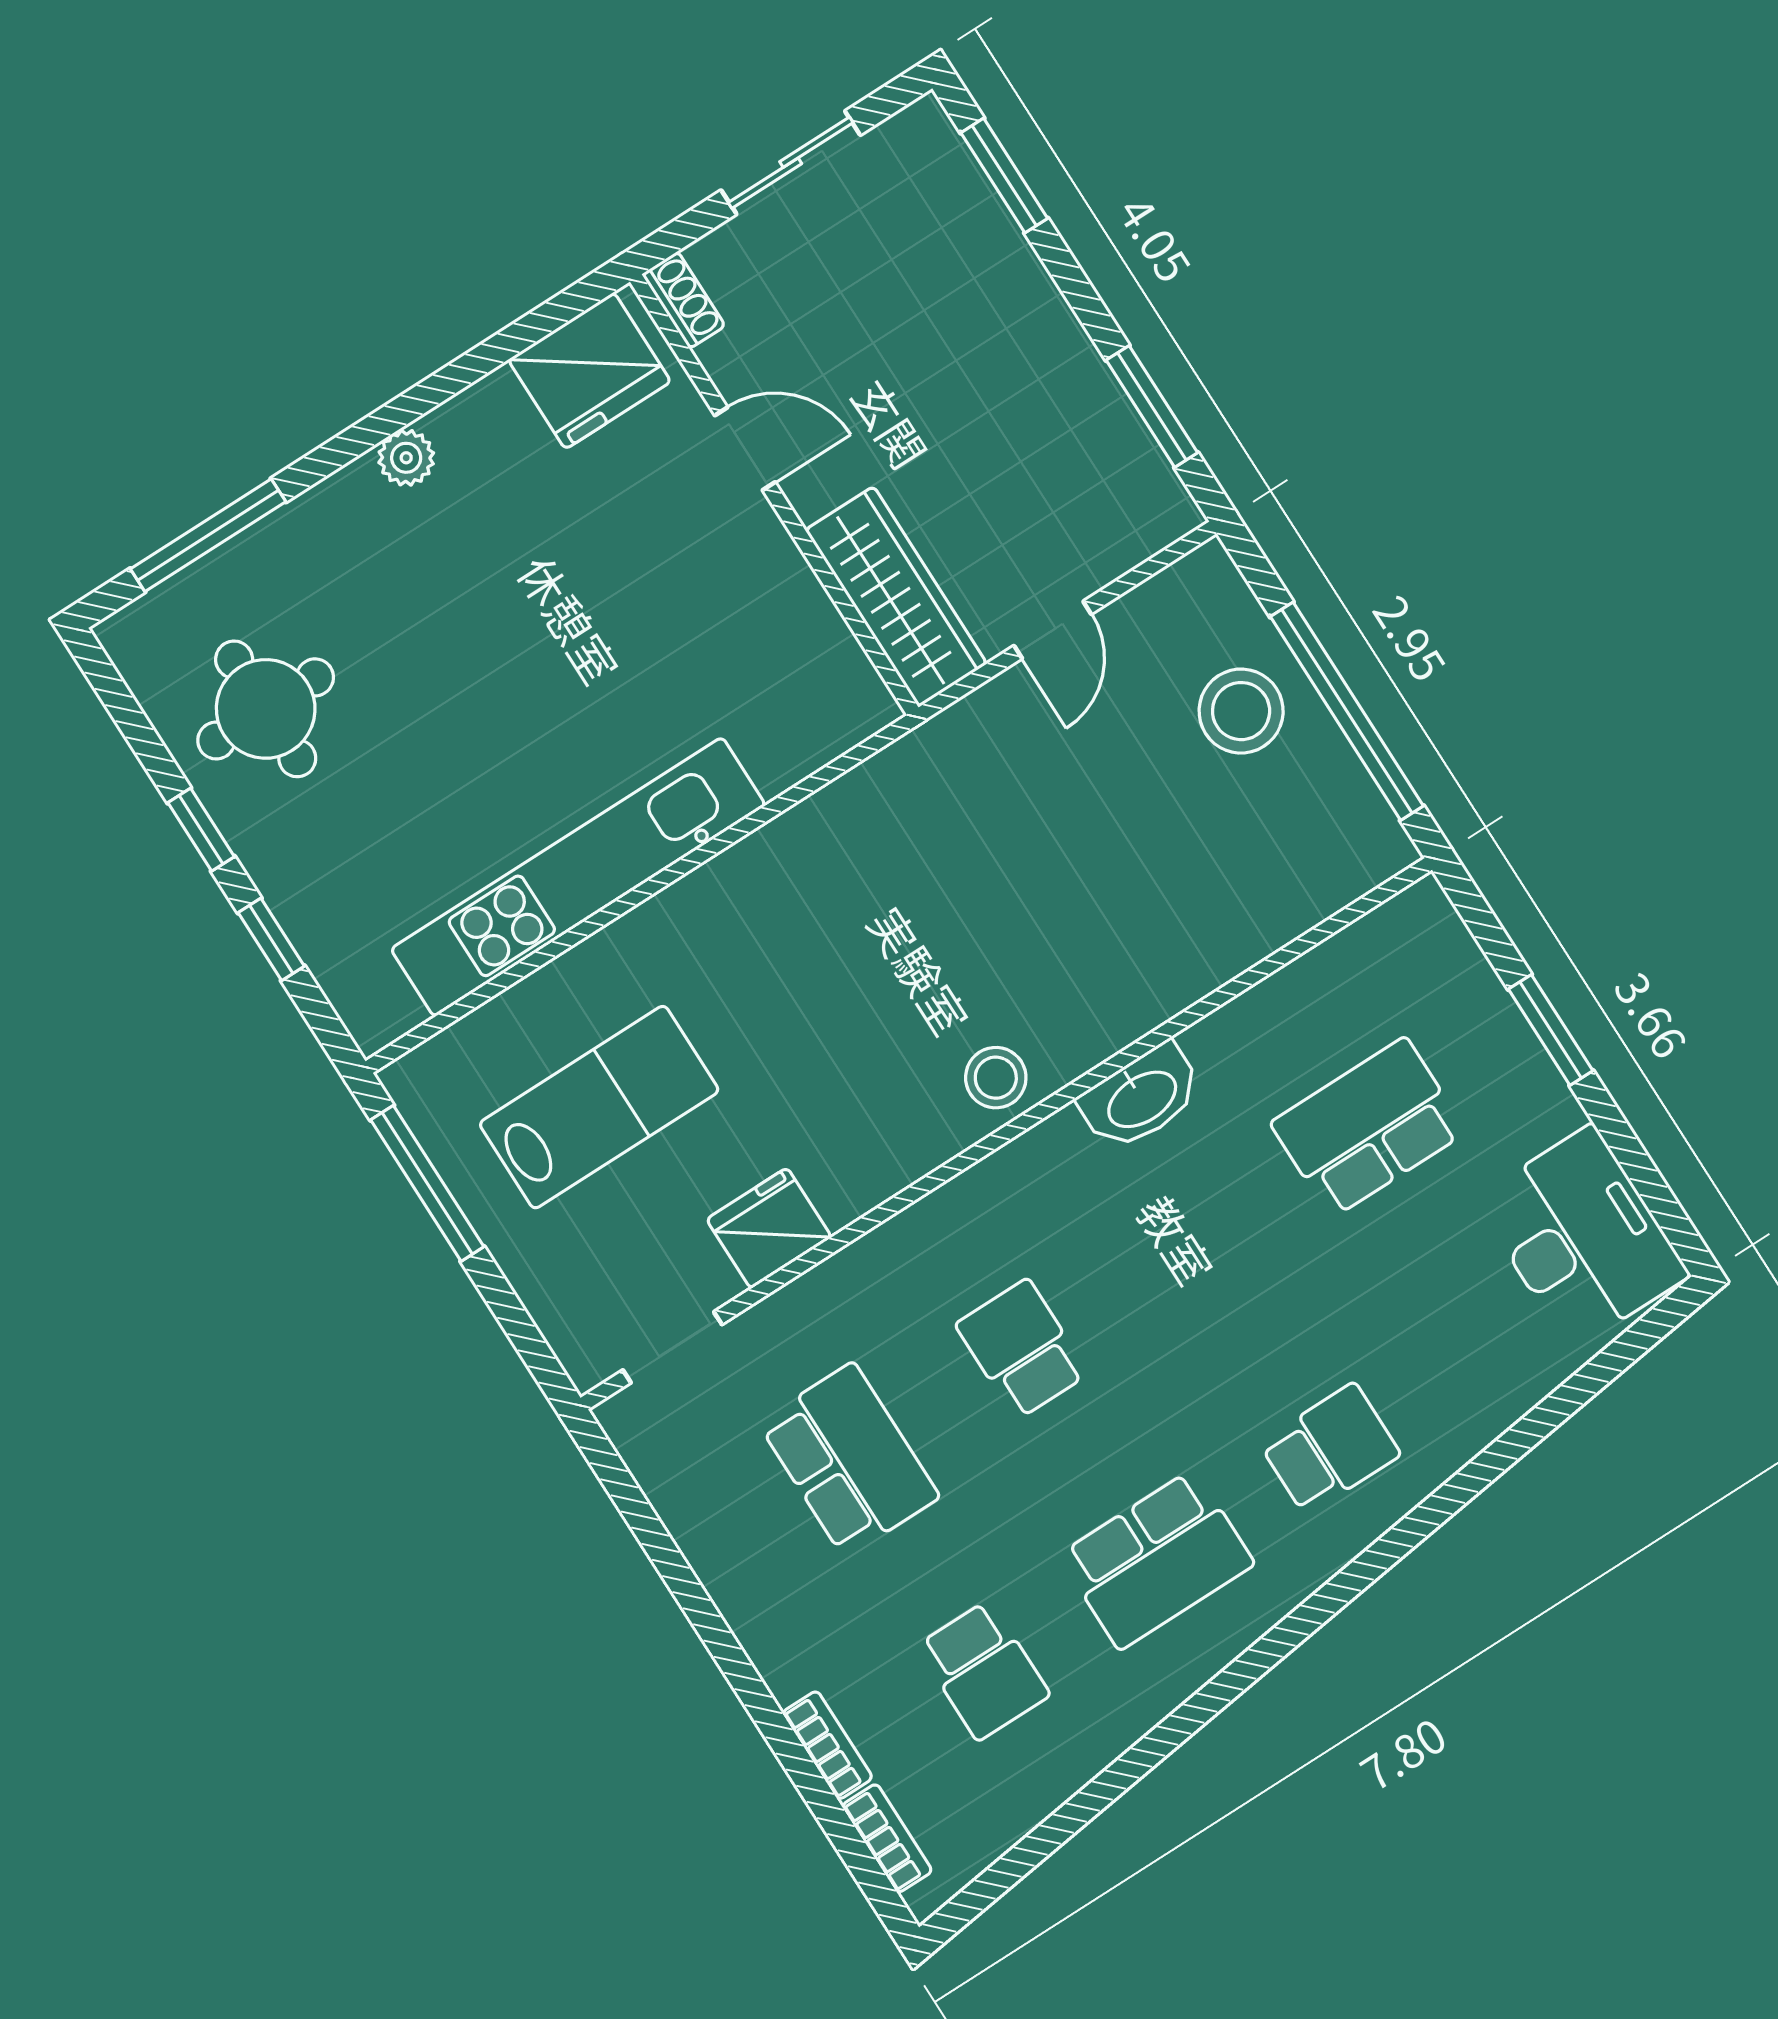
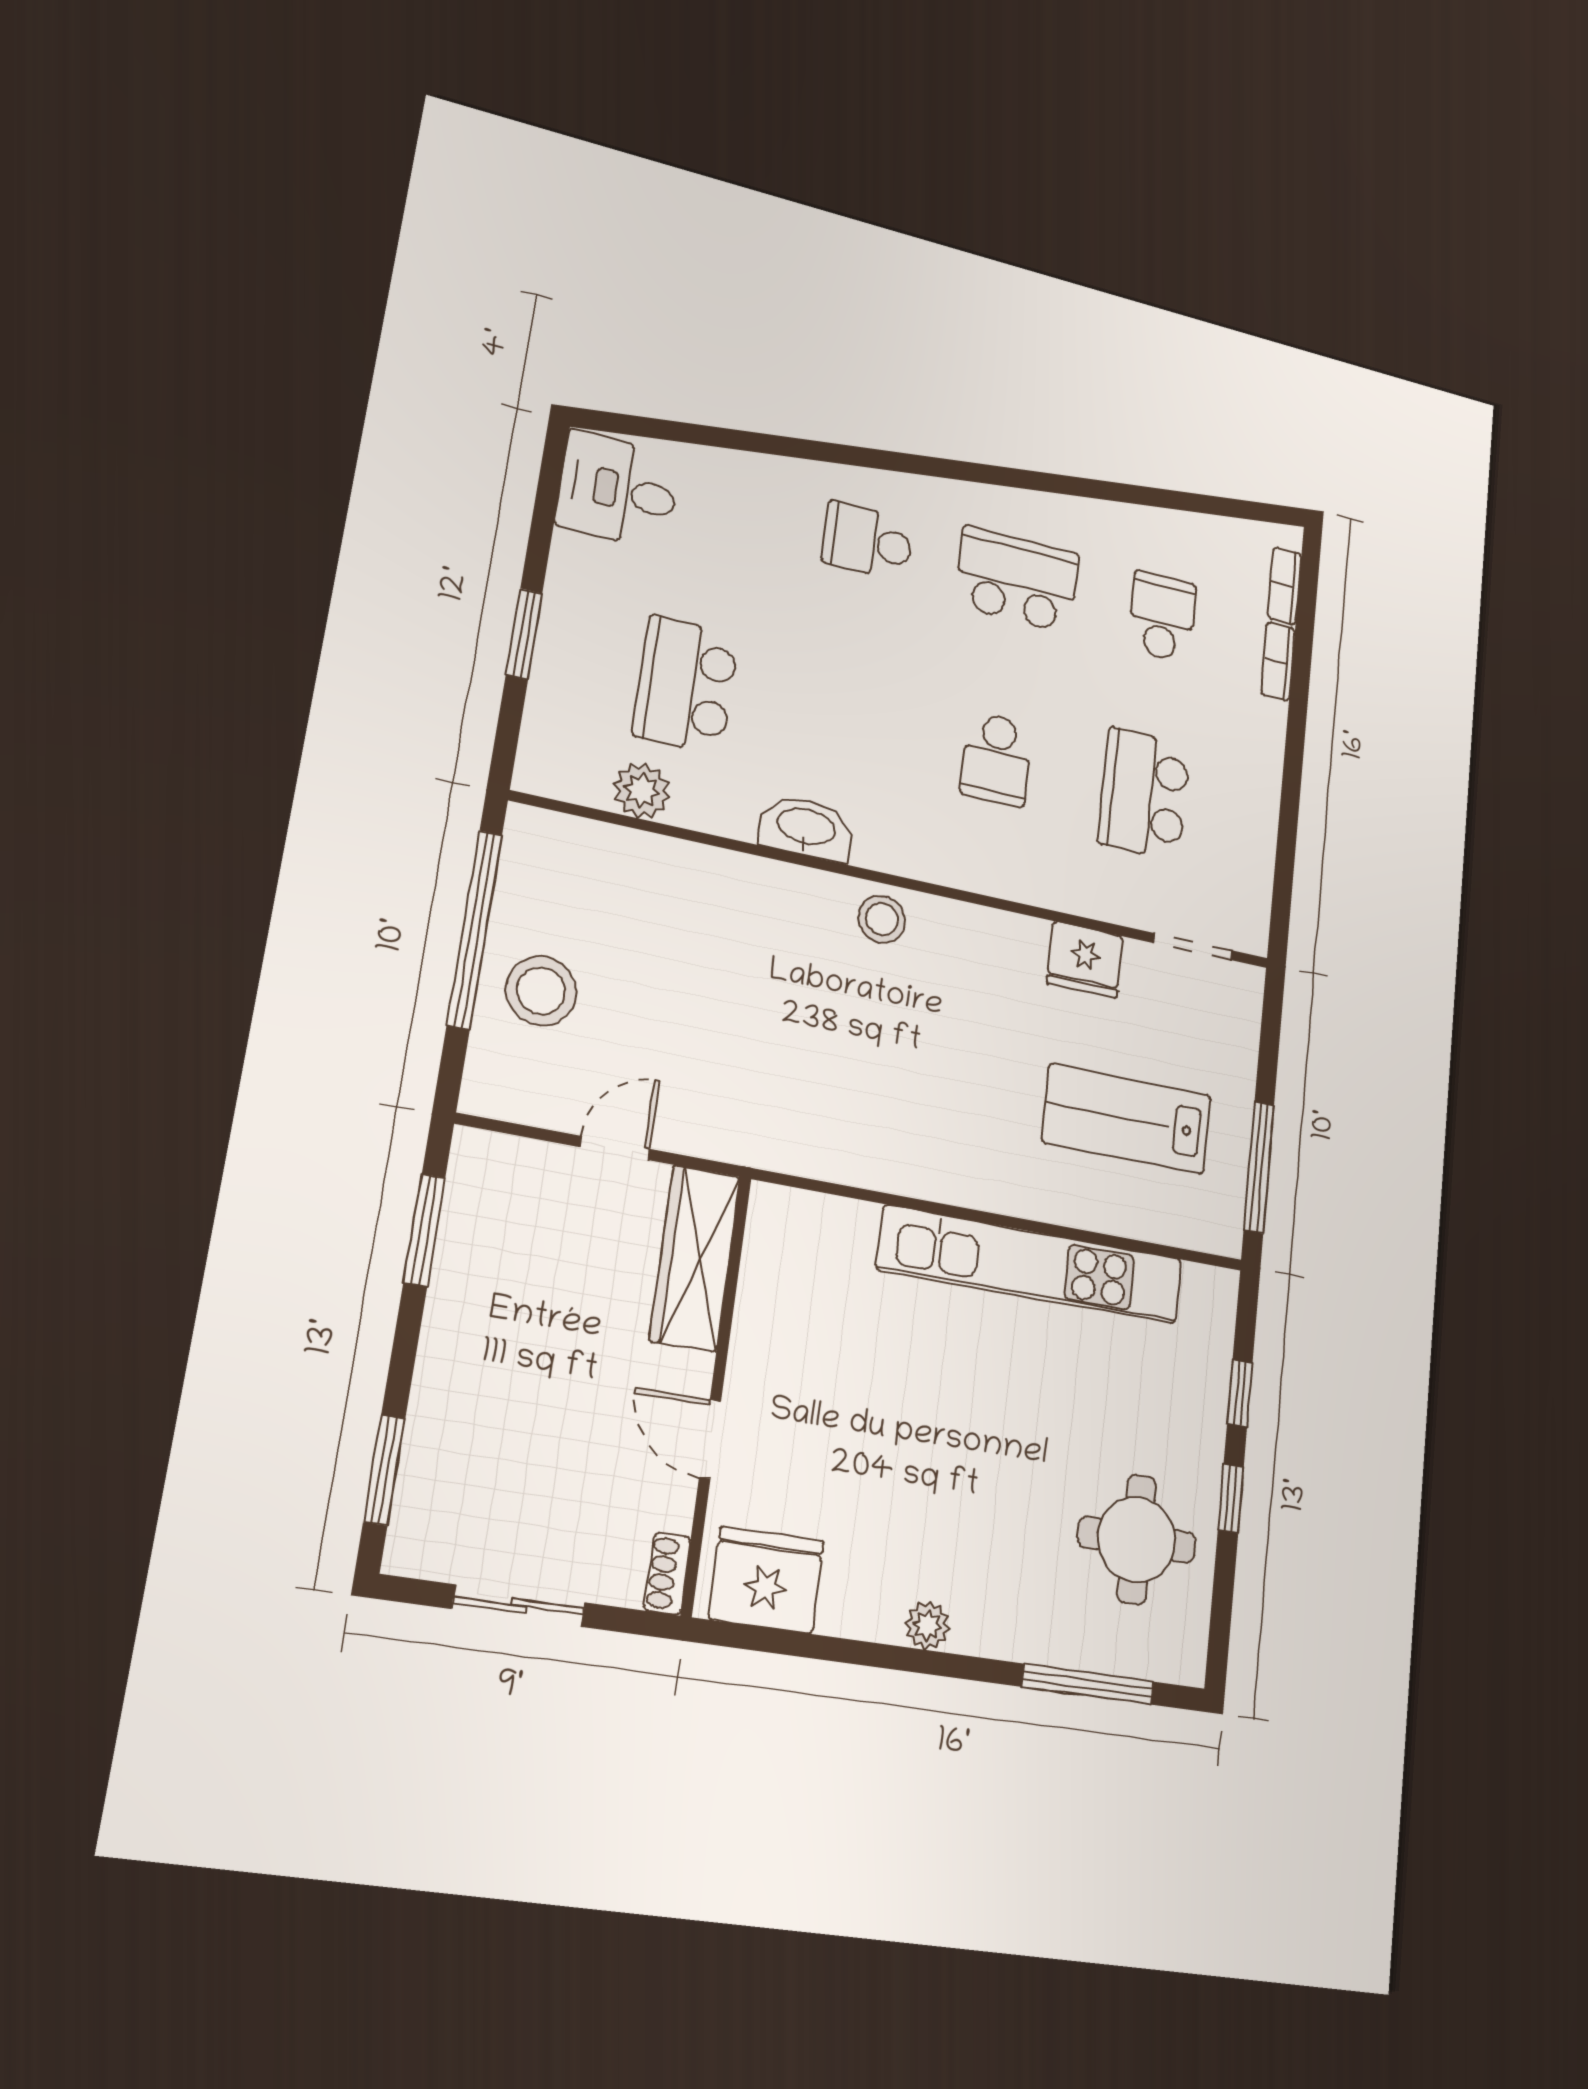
plant: (1318, 985) -> (642, 790), added
school desk: (1368, 1128) -> (686, 685), turned 90
desk: (1582, 1237) -> (618, 490), width x0.73

